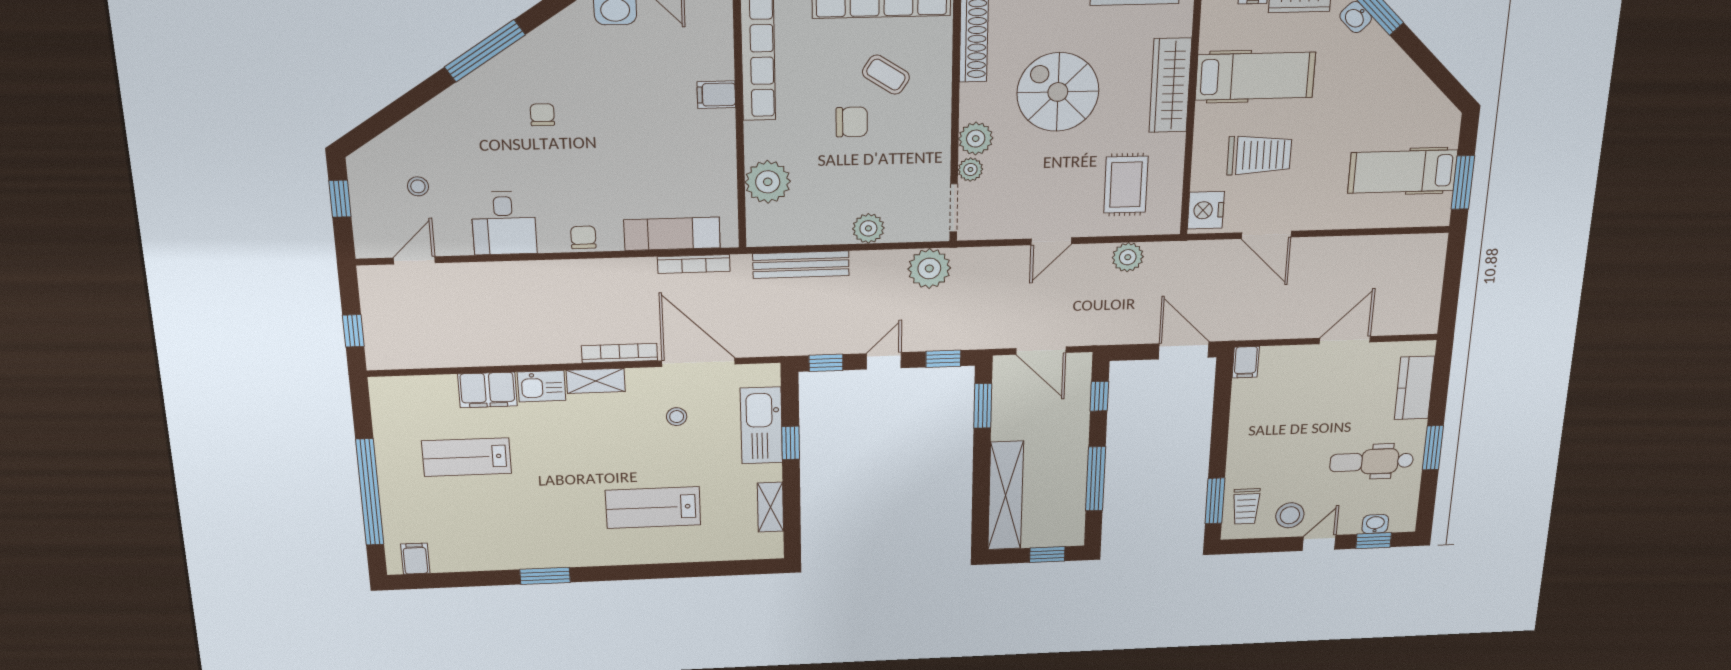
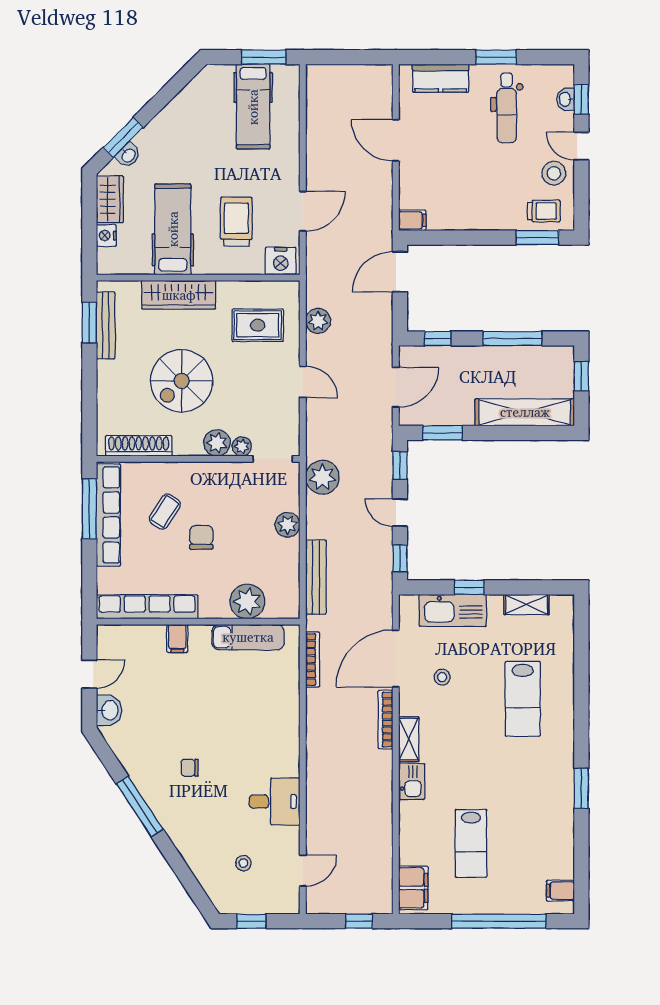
exam couch: (672, 234) -> (248, 637), moved, turned -90
chair: (583, 237) -> (288, 743), removed
door: (414, 260) -> (303, 871), swing flipped
filing cabinet: (487, 390) -> (413, 888), moved

